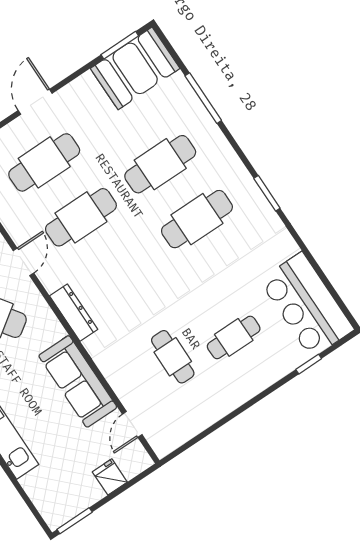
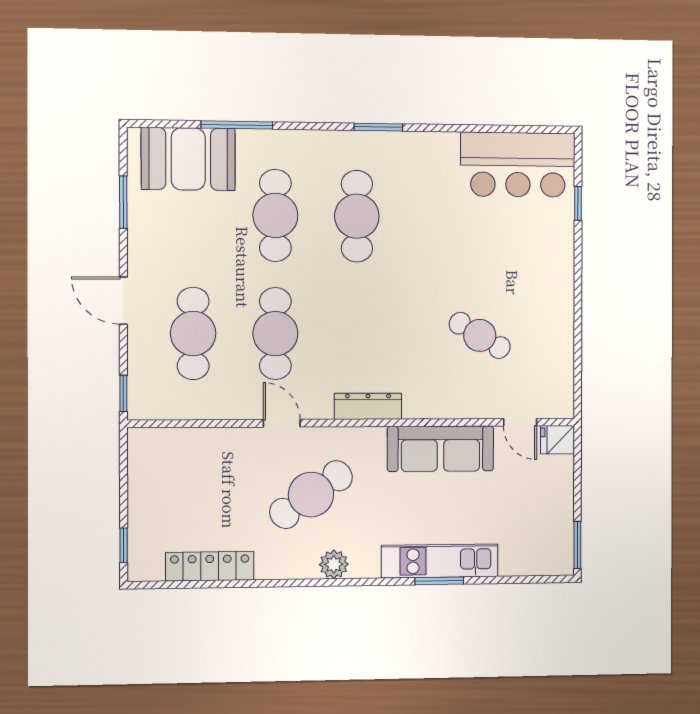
window: (120, 45) -> (123, 202), moved
booth: (135, 68) -> (188, 159), moved, turned 90
cafe table: (234, 337) -> (501, 261), removed
cafe table: (173, 357) -> (480, 335), turned 31
fridge: (110, 477) -> (558, 440), moved

